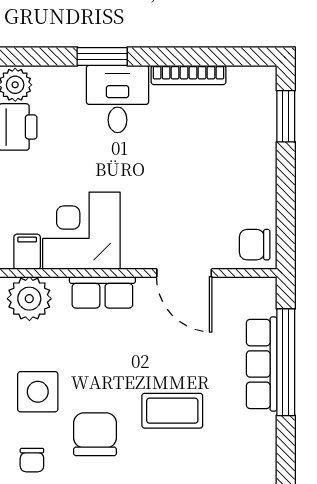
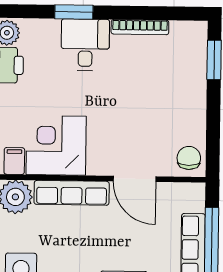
chair: (255, 245) -> (189, 158), turned 90
row of seats: (102, 292) -> (72, 193), width x1.48

